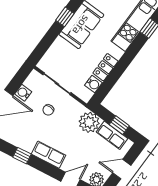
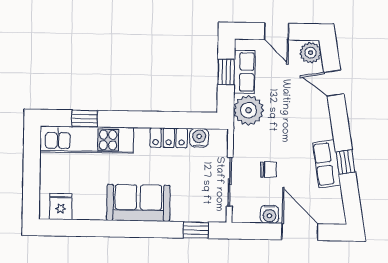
window: (65, 17) -> (196, 230), moved
row of seats: (49, 155) -> (327, 164), moved

